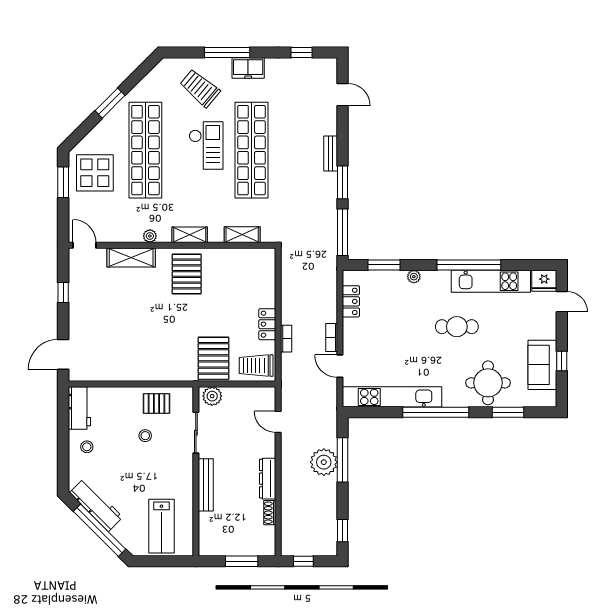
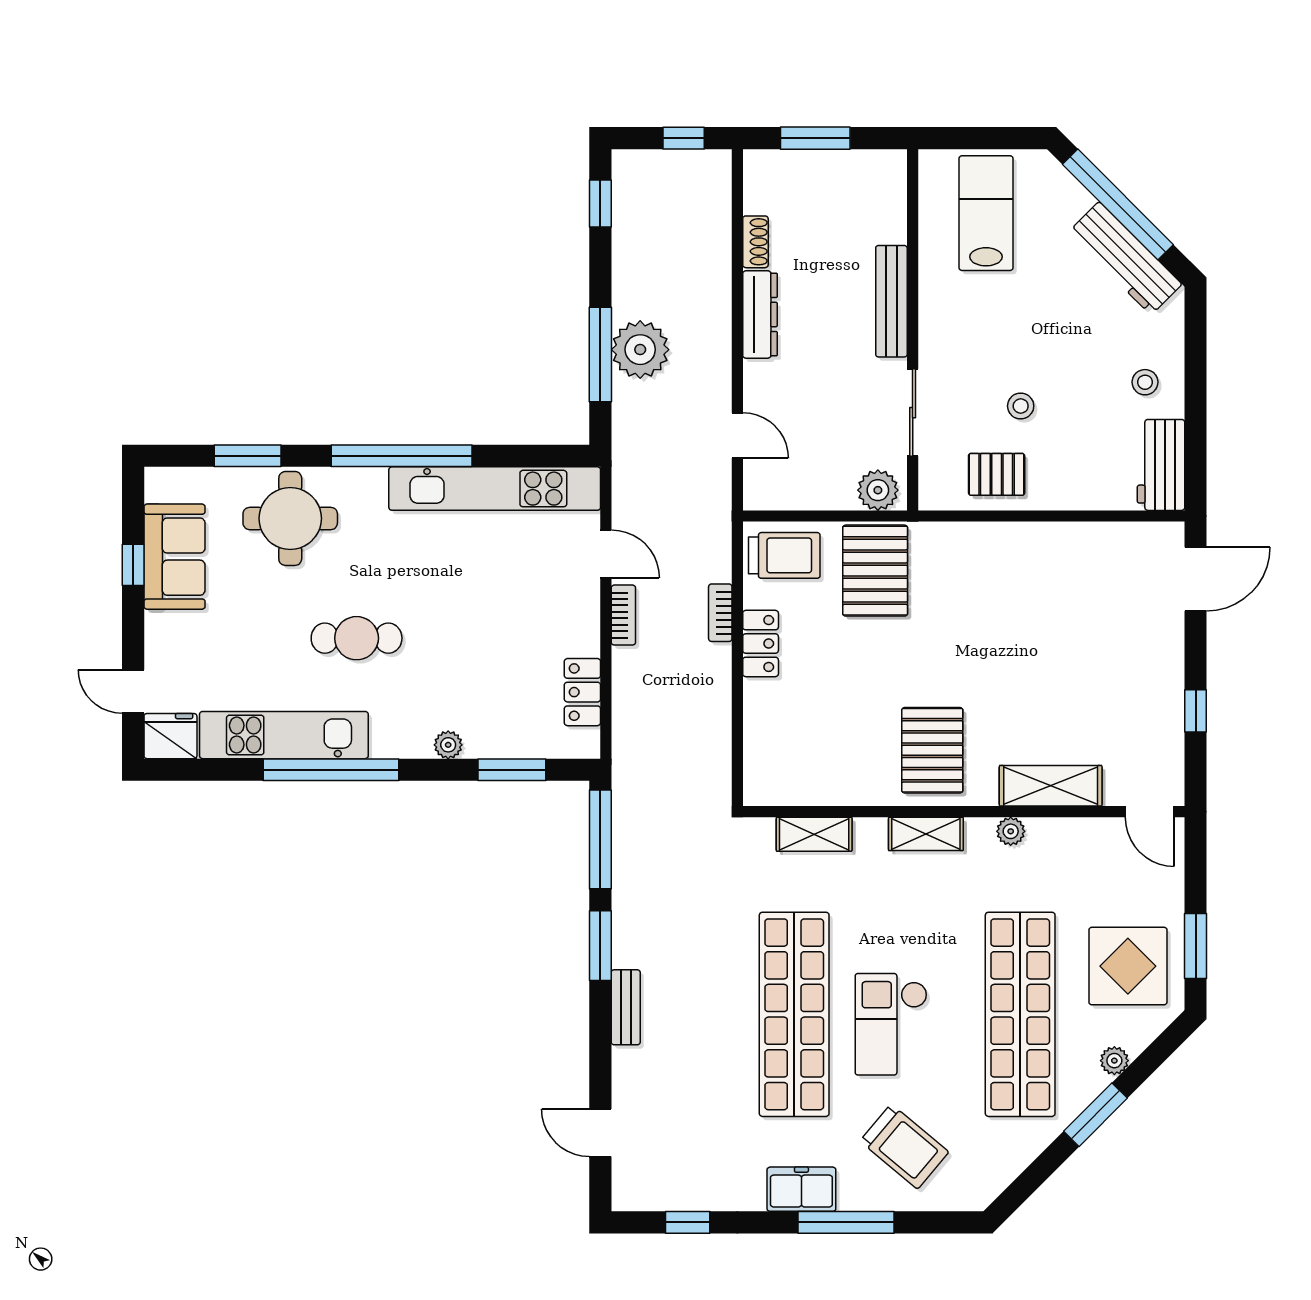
plant: (101, 128) -> (1114, 1061), added

